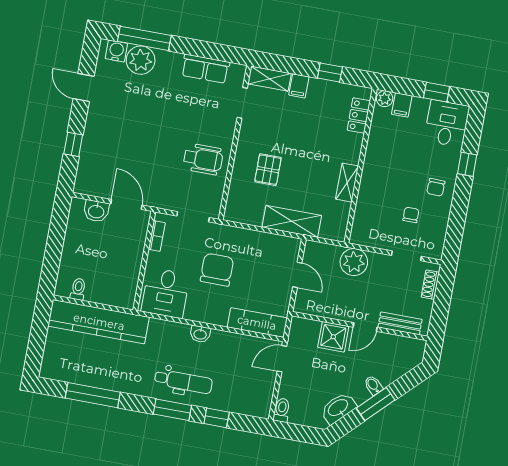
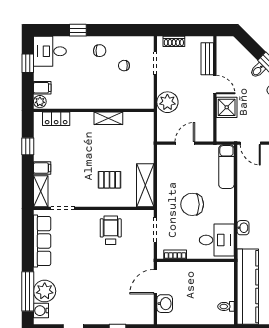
row of seats: (205, 69) -> (42, 241), width x1.48
shelving: (292, 221) -> (145, 185), moved
washbasin: (200, 334) -> (243, 228), moved

